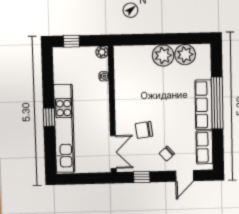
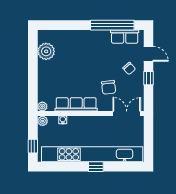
plant: (163, 55) -> (42, 106), moved, width x0.53, depth x0.53
window: (217, 103) -> (112, 25), moved
row of seats: (204, 105) -> (76, 104), moved, turned 180
kitchen unit: (64, 128) -> (92, 154), width x1.36
window: (142, 177) -> (148, 78), moved

